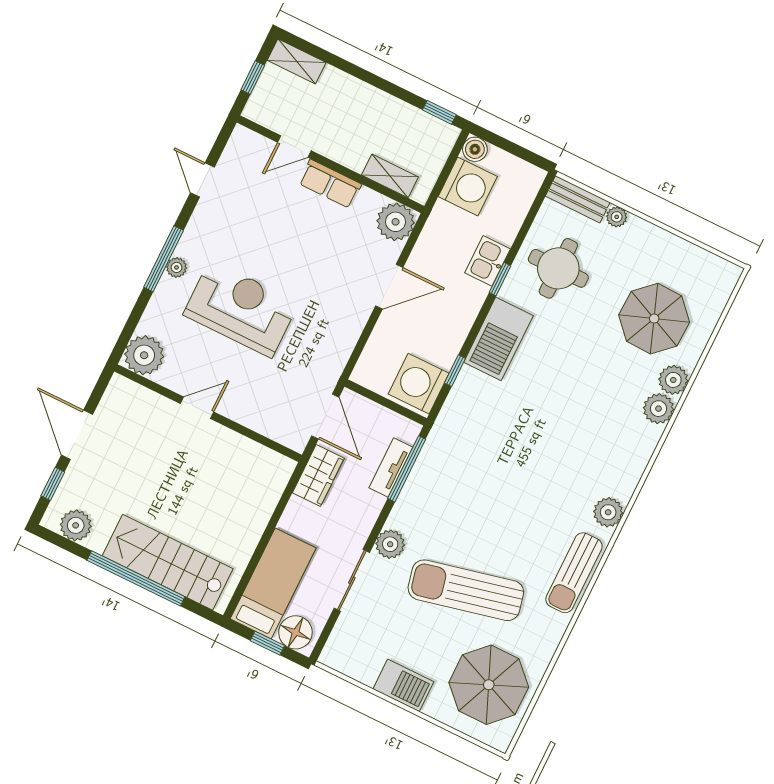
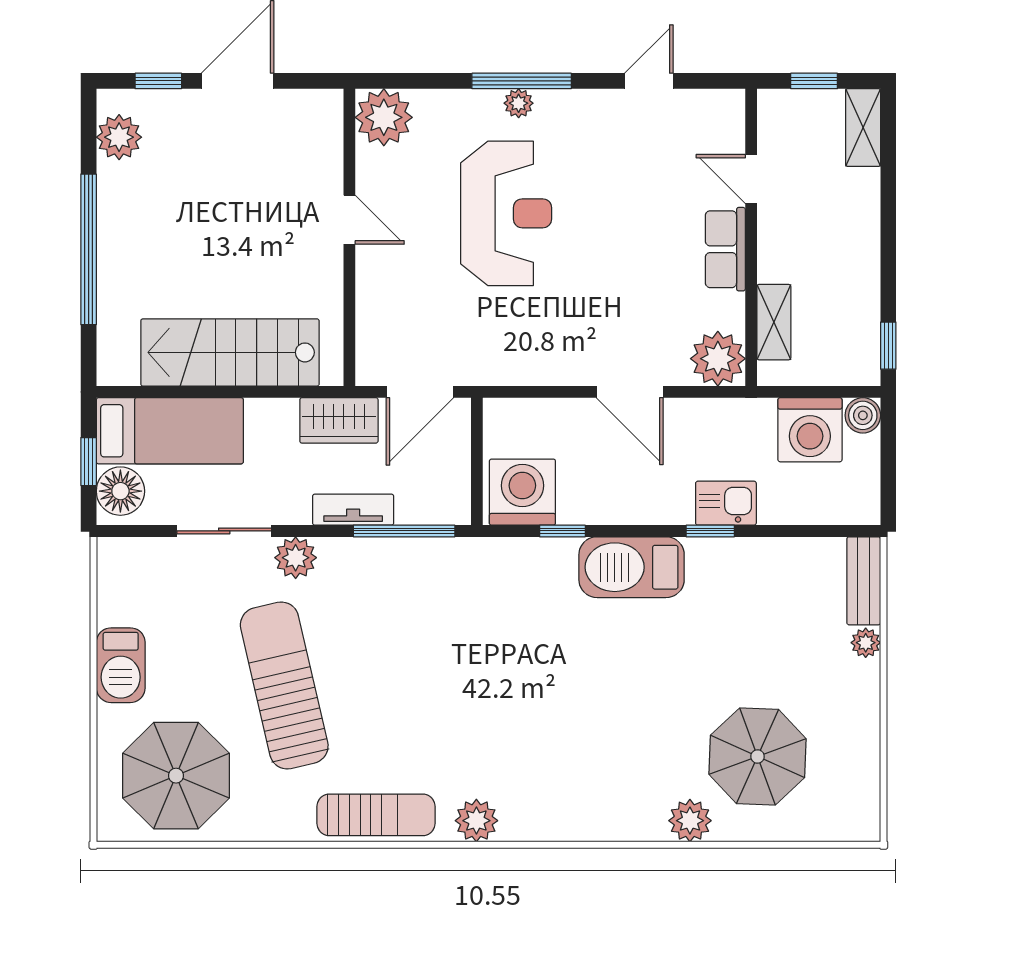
round table: (558, 268) -> (761, 600), removed
plant: (658, 409) -> (643, 820), removed
tv unit: (391, 467) -> (353, 510), moved
stairs: (168, 562) -> (230, 352), moved, turned -90
sun lounger: (574, 573) -> (376, 815), turned 180

